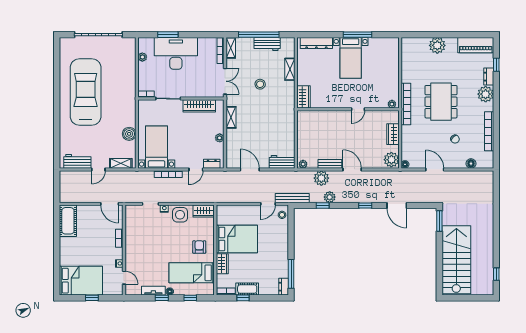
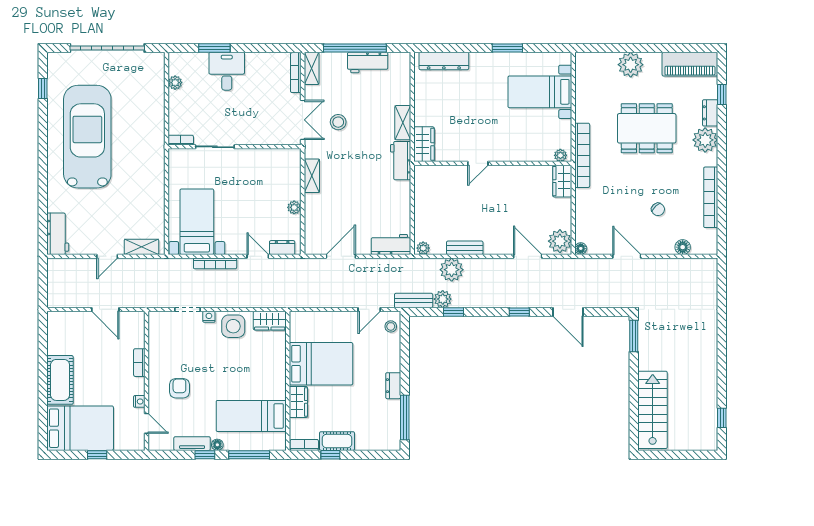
window: (358, 35) -> (507, 48), width x0.69
desk: (176, 53) -> (227, 71), width x0.53, depth x0.77
bed with nightstands: (351, 58) -> (540, 92), moved, turned 90
window: (57, 61) -> (43, 88), added
shelving: (290, 69) -> (403, 123), moved
stool: (260, 84) -> (338, 122), moved
dining table: (441, 102) -> (647, 128), moved, turned 90
wardrobe: (199, 106) -> (263, 158), removed
workbench: (288, 107) -> (401, 161), added
door: (358, 109) -> (478, 163), moved
boiler: (129, 134) -> (155, 201), removed
wardrobe: (393, 134) -> (562, 181), moved
workbench: (77, 161) -> (58, 234), moved, turned 90
door: (196, 169) -> (258, 256), swing flipped
door: (250, 169) -> (341, 256), hinge flipped
door: (352, 169) -> (528, 256), moved
plant: (330, 197) -> (443, 299), moved
bench: (292, 198) -> (414, 300), width x0.73
door: (110, 204) -> (105, 309), moved
cot: (68, 221) -> (60, 380), moved
armchair: (199, 247) -> (179, 388), moved
stairs: (456, 260) -> (653, 410), width x0.73, depth x0.66
dresser: (284, 287) -> (393, 386), moved
window: (190, 298) -> (249, 455), width x2.17

